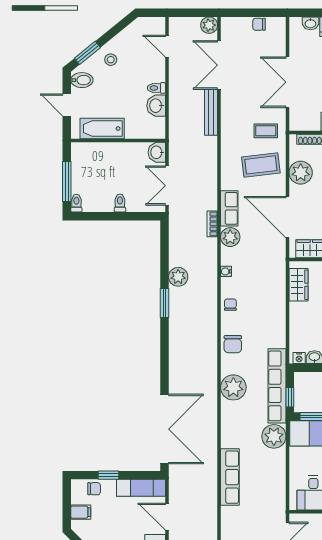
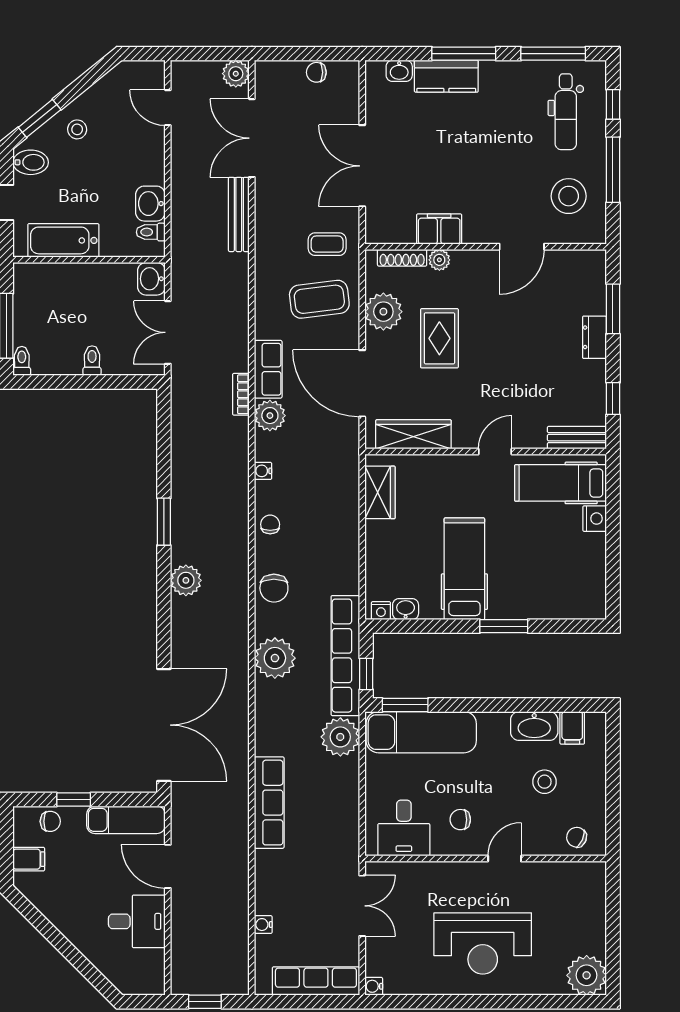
toilet: (156, 88) -> (151, 232), moved
plant: (178, 277) -> (186, 580), moved

